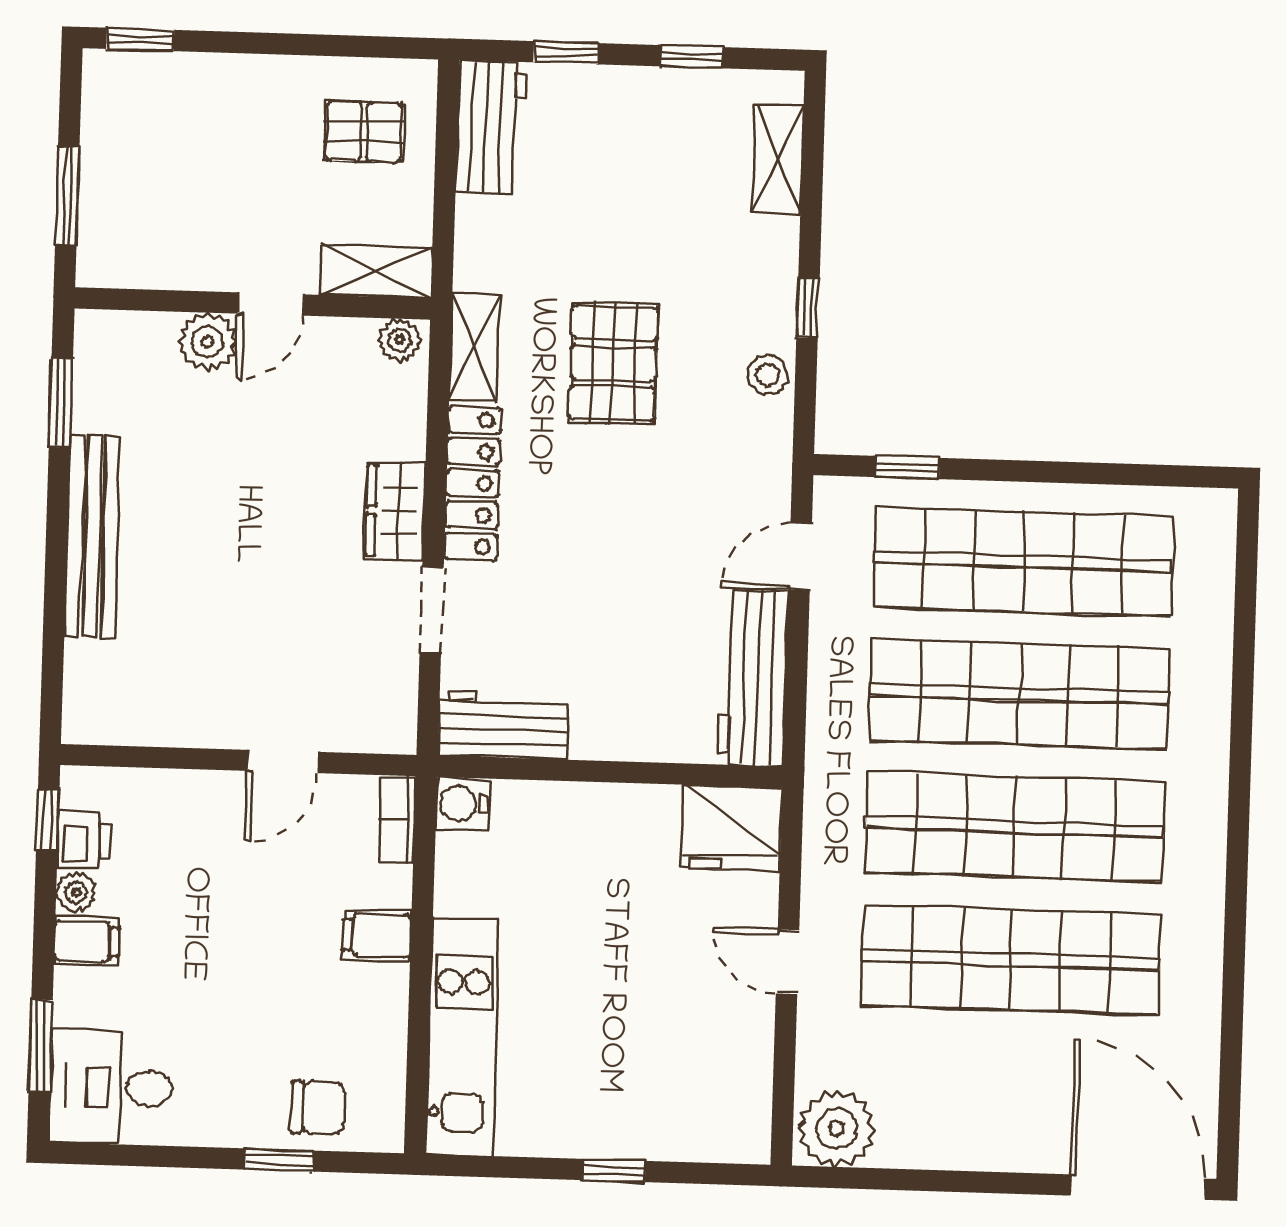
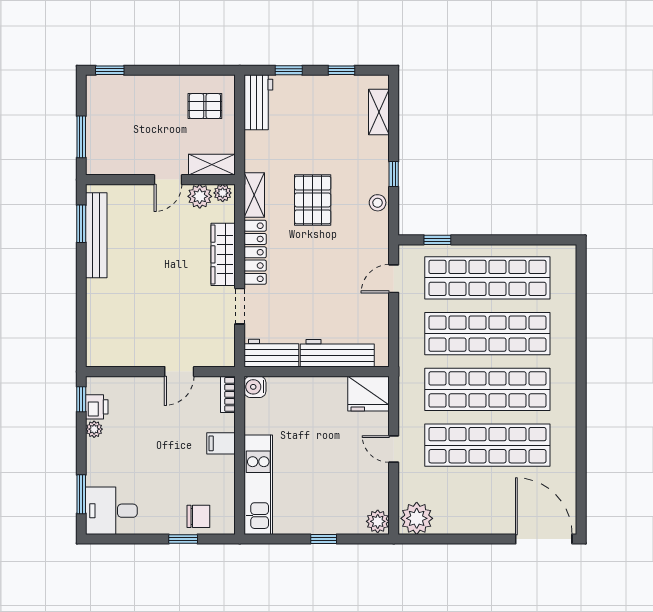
plant: (208, 342) -> (200, 196), moved
wardrobe: (395, 511) -> (223, 254), width x1.50
bench: (92, 536) -> (96, 235), moved
workbench: (753, 678) -> (337, 353), moved, turned 90
filing cabinet: (86, 941) -> (99, 450), removed
plant: (744, 1133) -> (378, 521), added

